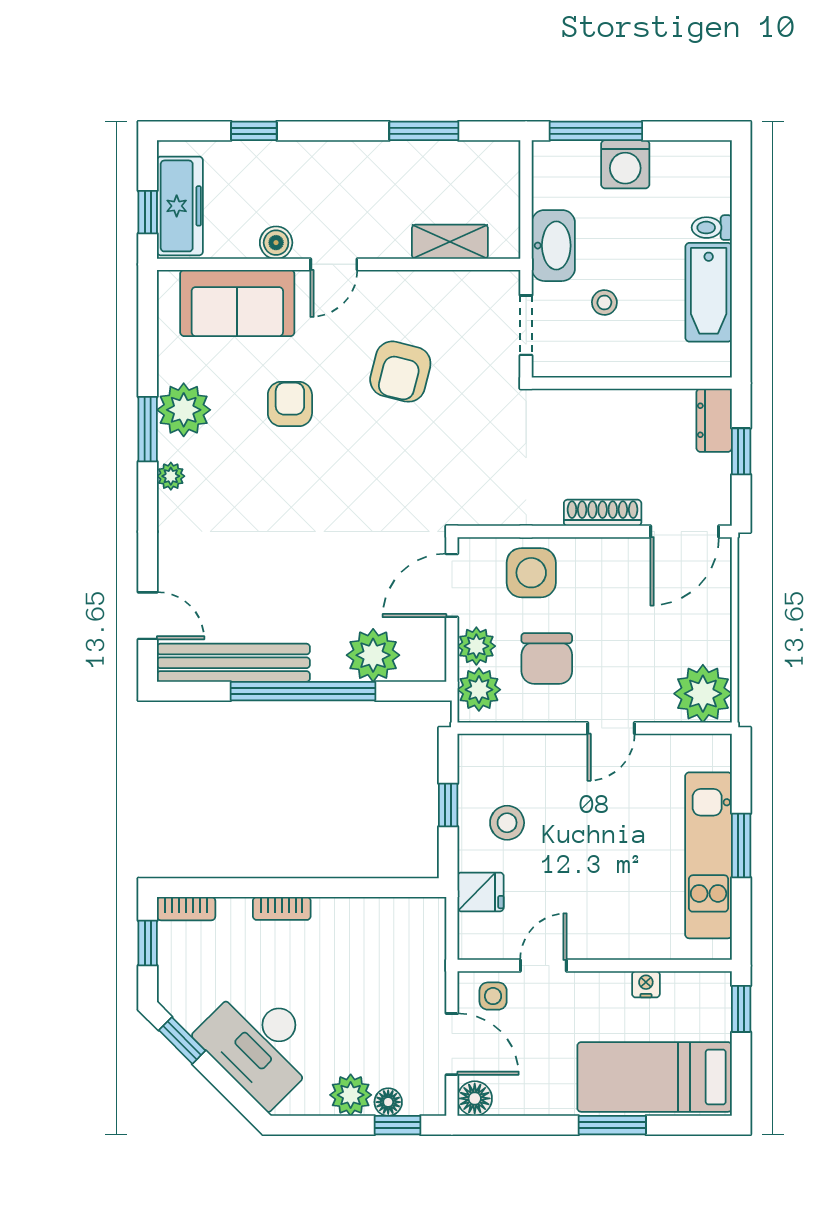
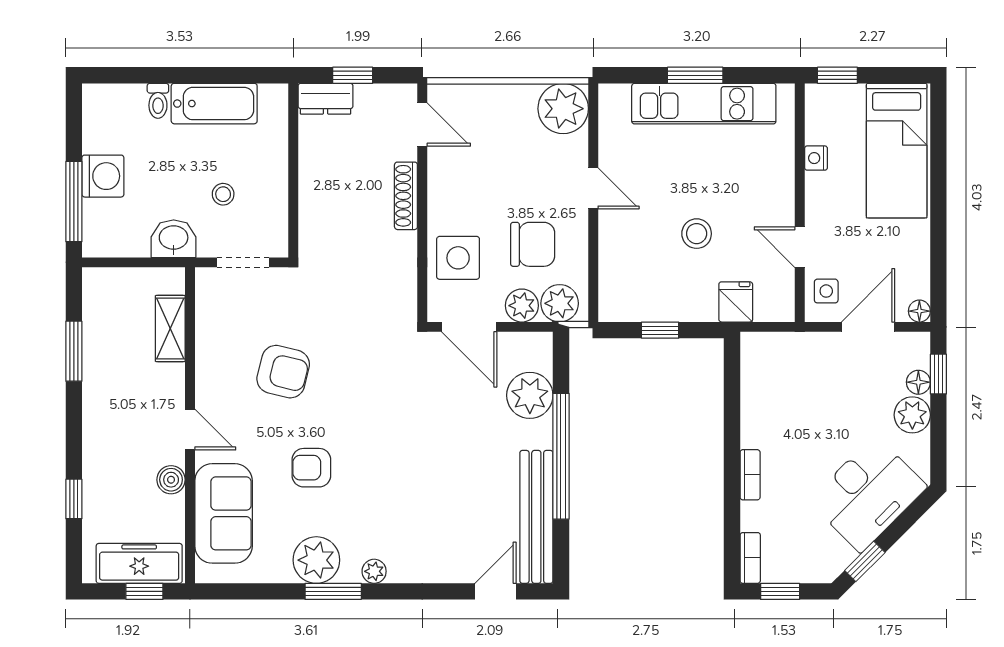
washbasin: (553, 246) -> (174, 239), width x0.72
door: (685, 532) -> (422, 124), width x0.73
stool: (507, 823) -> (697, 234), moved
floor lamp: (475, 1098) -> (919, 311), width x0.73, depth x0.73
window: (612, 1125) -> (938, 187), removed

